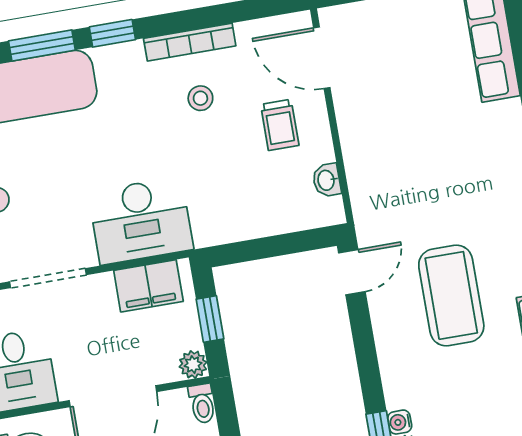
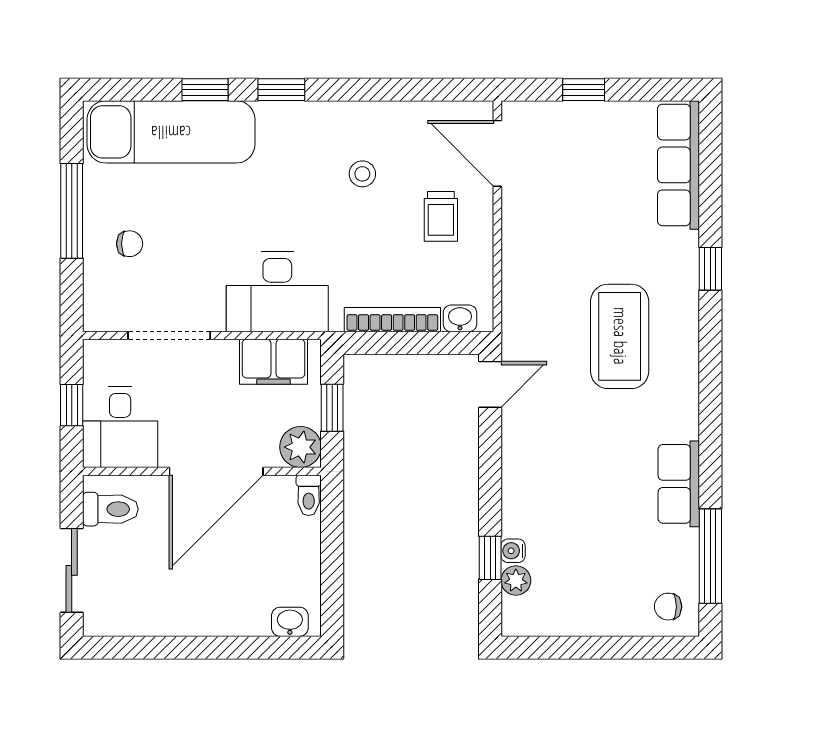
bookcase: (190, 42) -> (392, 320), moved, turned 180
window: (42, 45) -> (205, 90), width x0.67
washbasin: (327, 180) -> (460, 318), moved, turned 90
coffee table: (451, 296) -> (620, 336), moved
plant: (193, 365) -> (301, 447), width x1.38, depth x1.38

